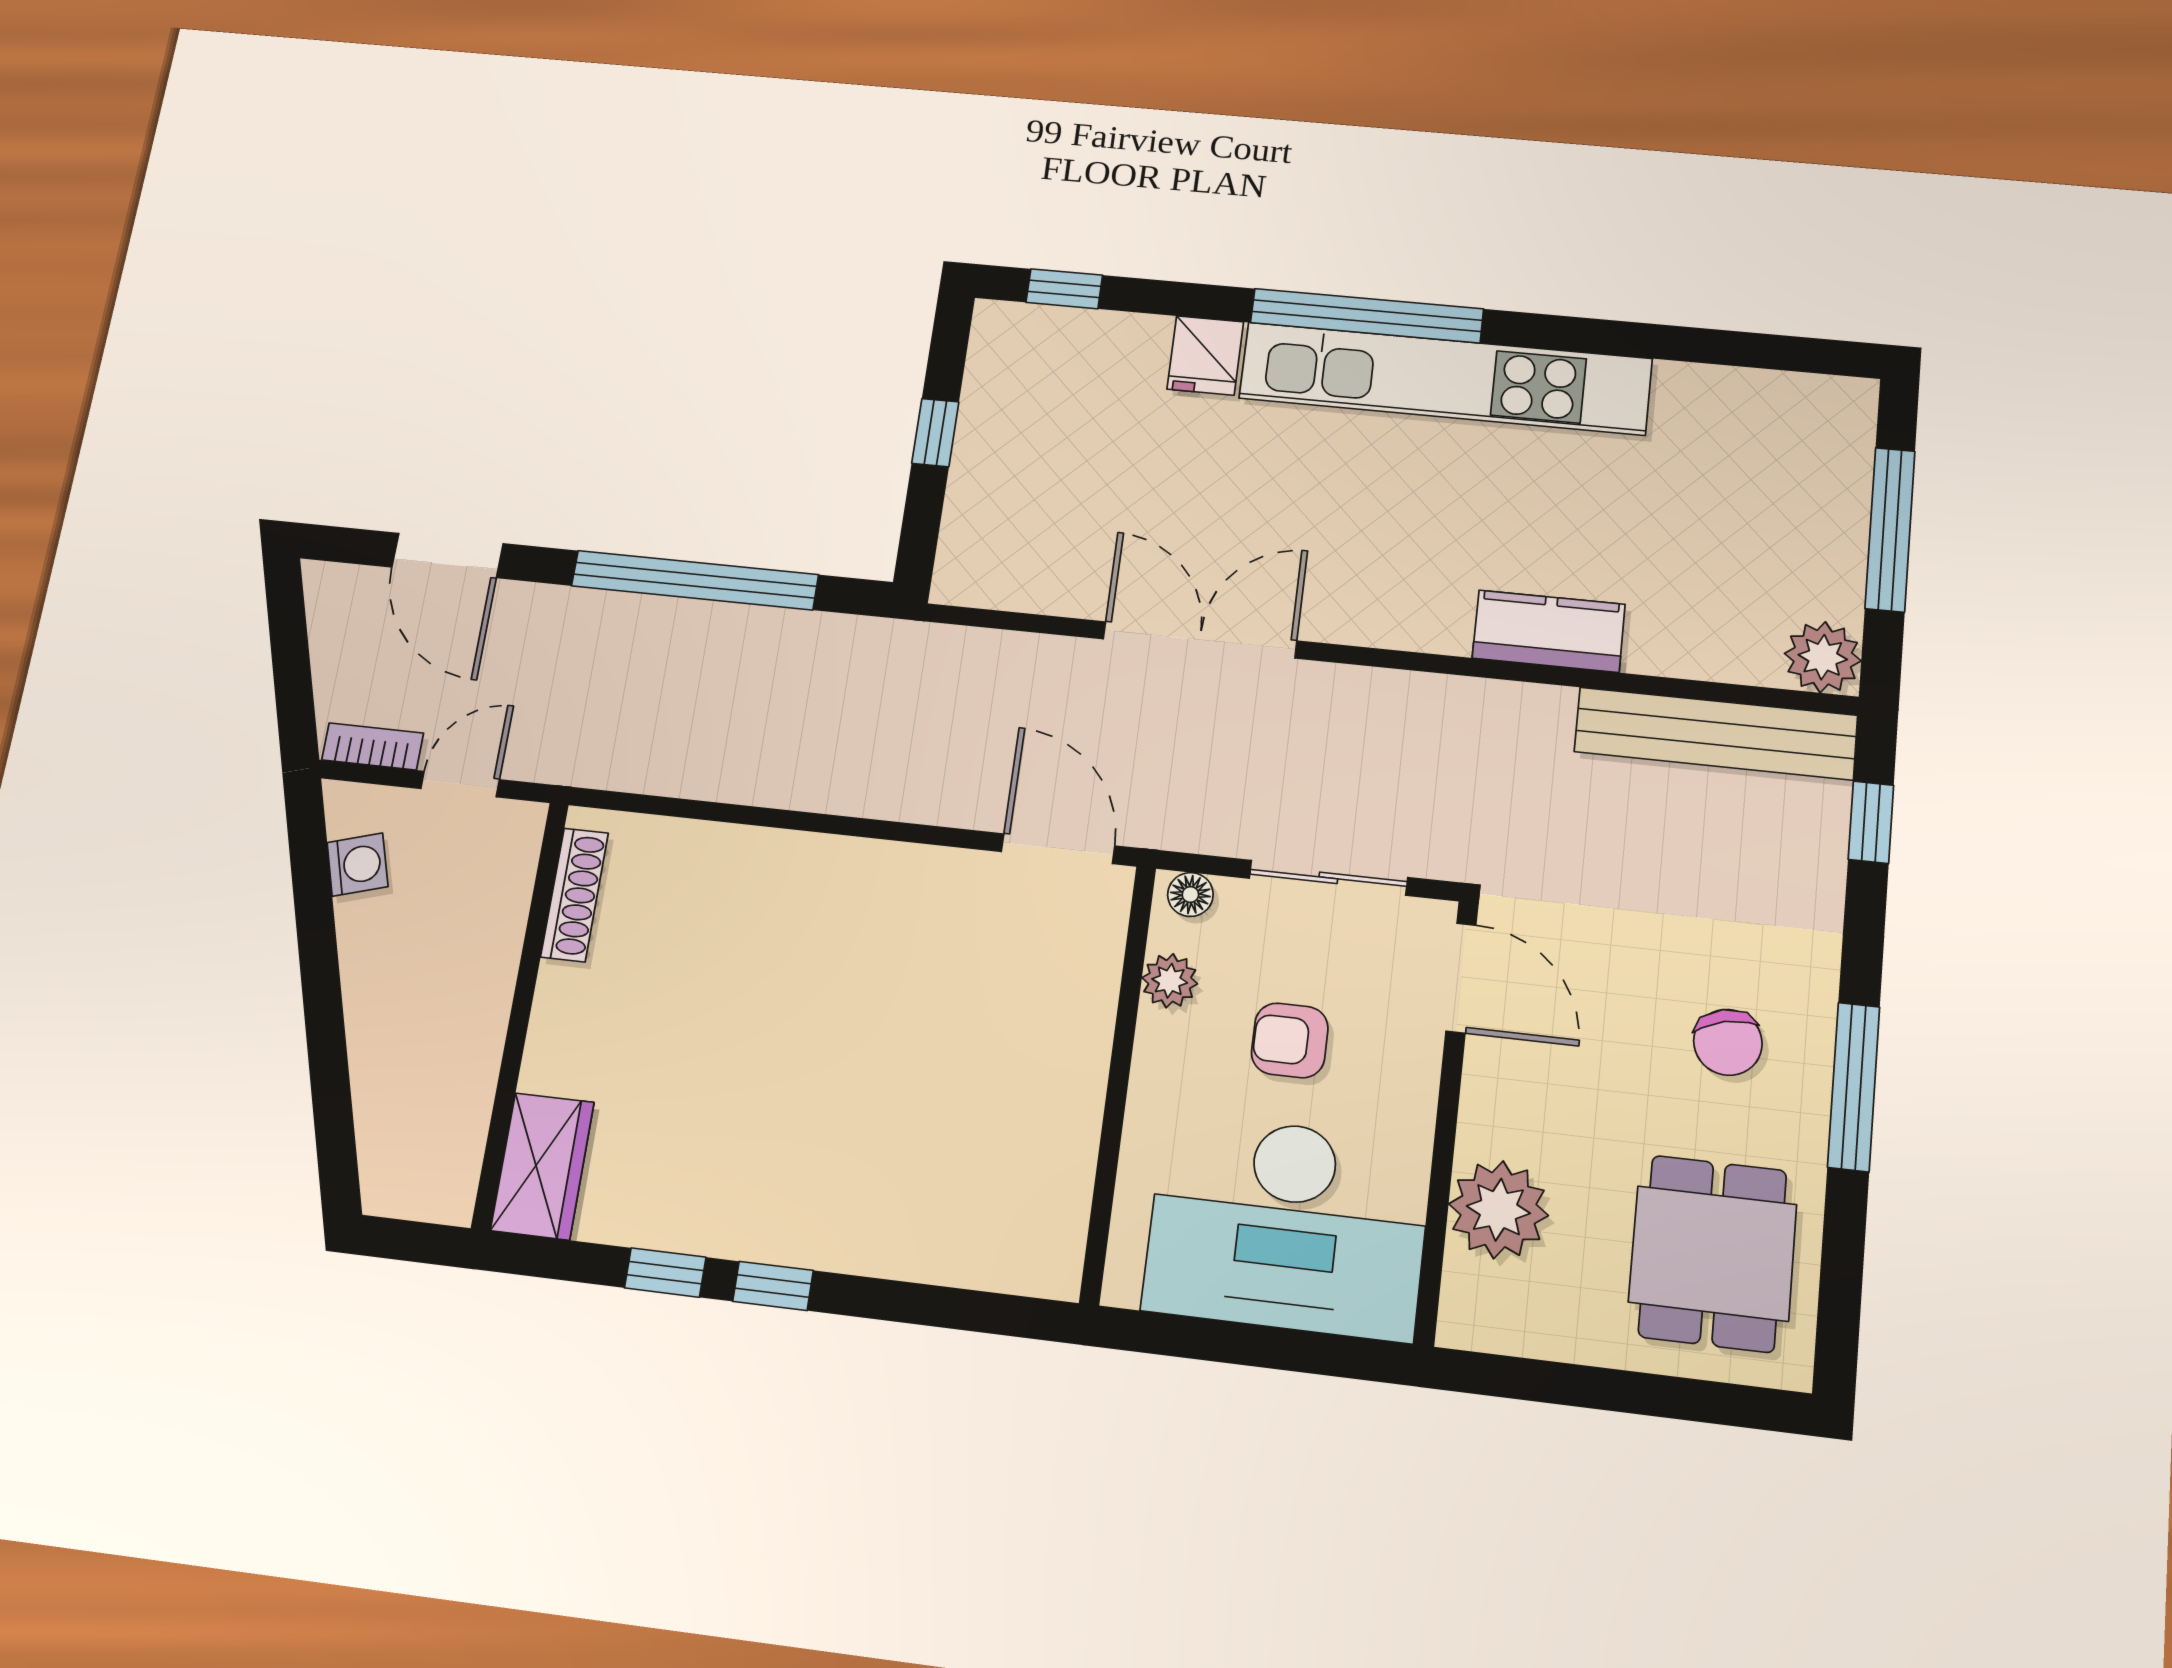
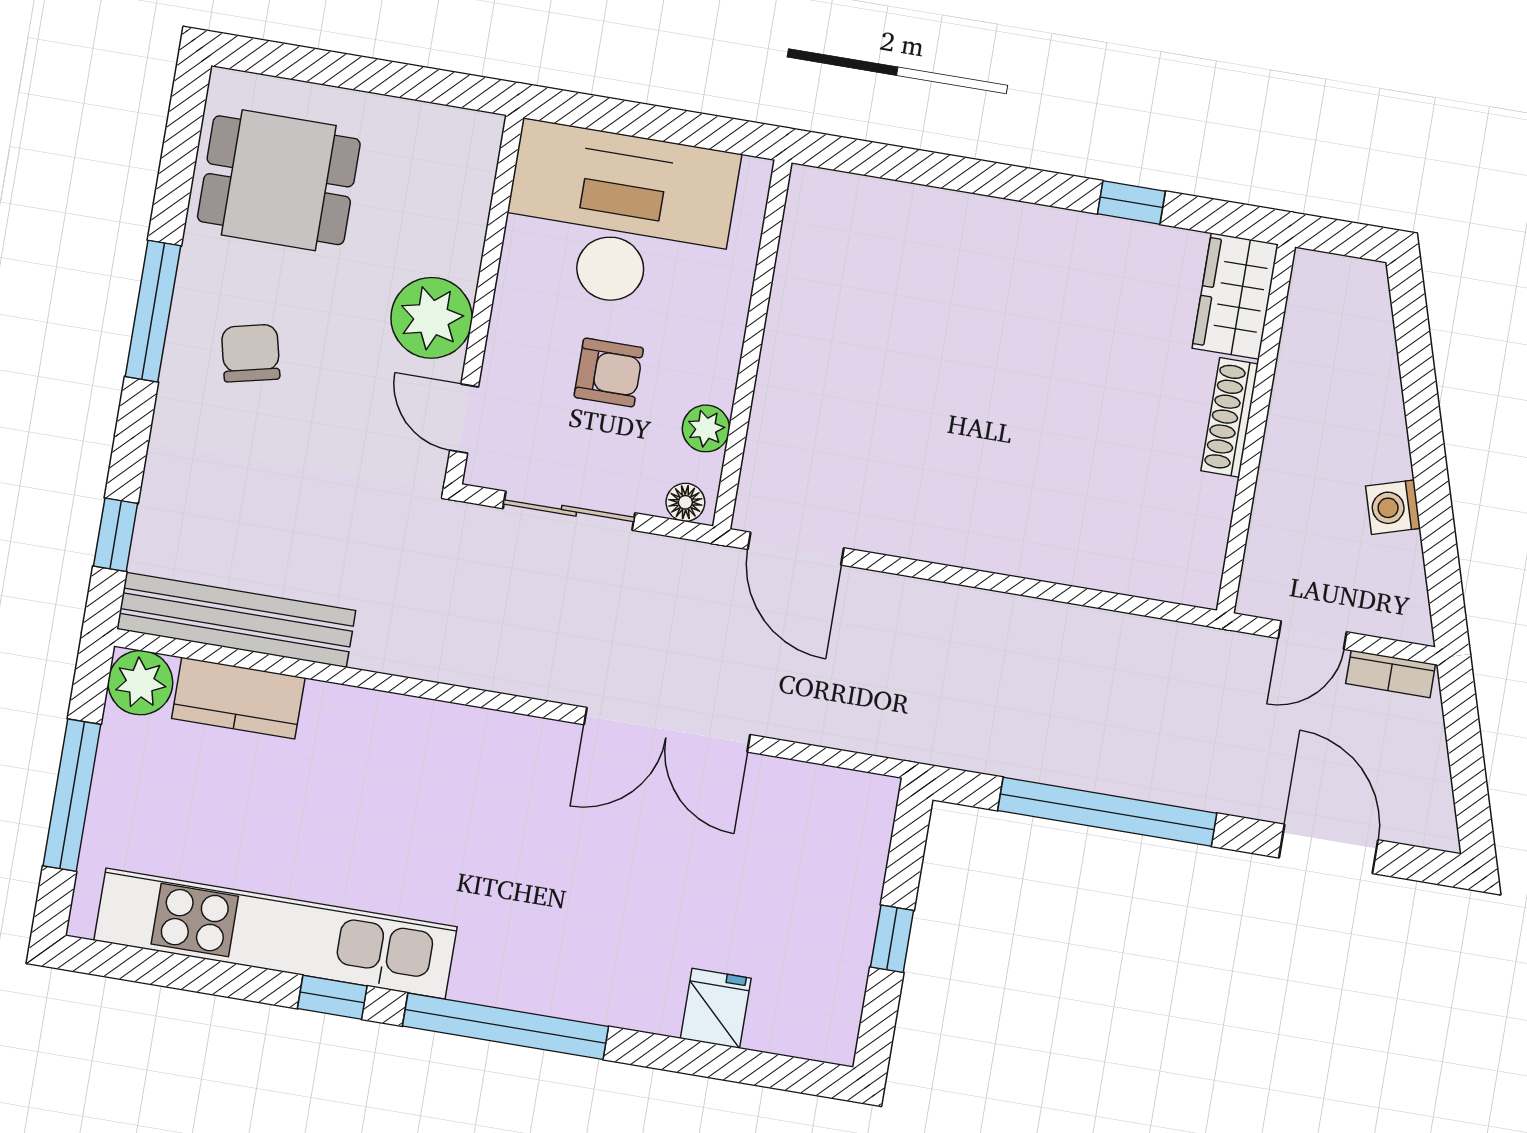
window: (1064, 289) -> (332, 997), moved
fridge: (1205, 355) -> (716, 1008), moved
kitchen unit: (1445, 378) -> (275, 934), moved
kitchen counter: (1549, 631) -> (238, 698), moved
washing machine: (357, 865) -> (1393, 507), moved
shoe rack: (575, 895) -> (1230, 417), moved
door: (1461, 978) -> (464, 419), width x0.73
plant: (1498, 1210) -> (432, 318), moved
dining table: (1713, 1253) -> (279, 180), turned 90
window: (773, 1286) -> (1042, 188), removed

